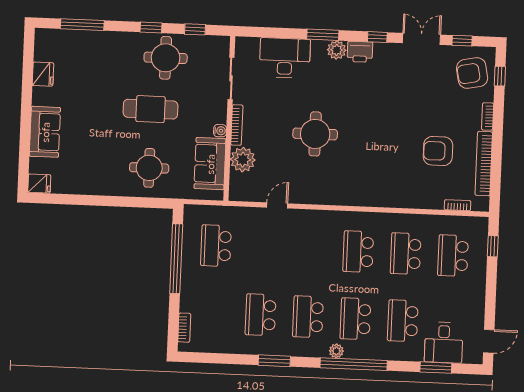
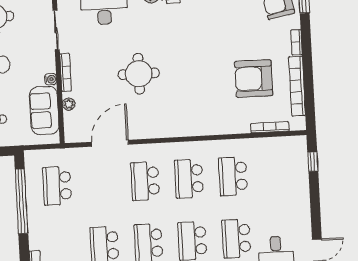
armchair: (438, 151) -> (254, 79), width x1.36, depth x1.36
plant: (243, 160) -> (69, 104), width x0.53, depth x0.53
door: (277, 205) -> (110, 143), width x1.87
bookcase: (458, 205) -> (270, 127), width x1.56
school desk: (453, 256) -> (145, 181), moved

